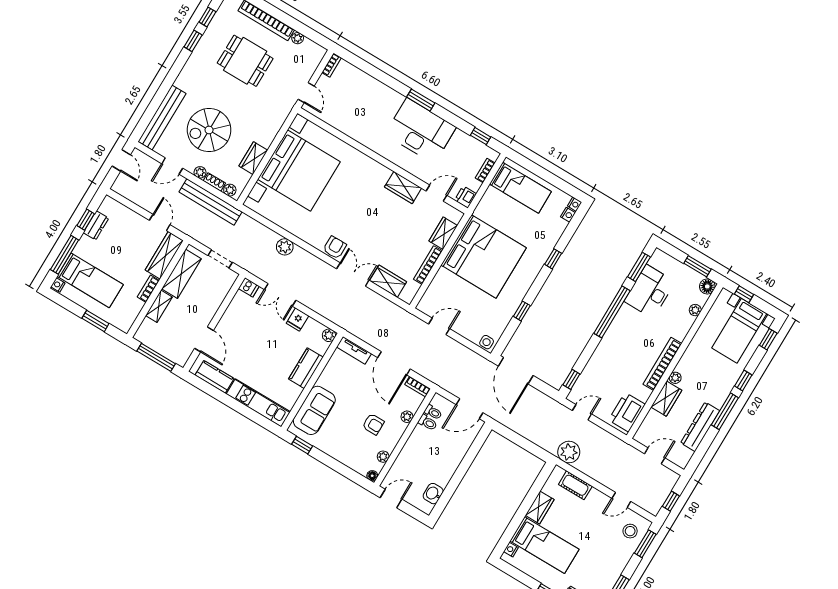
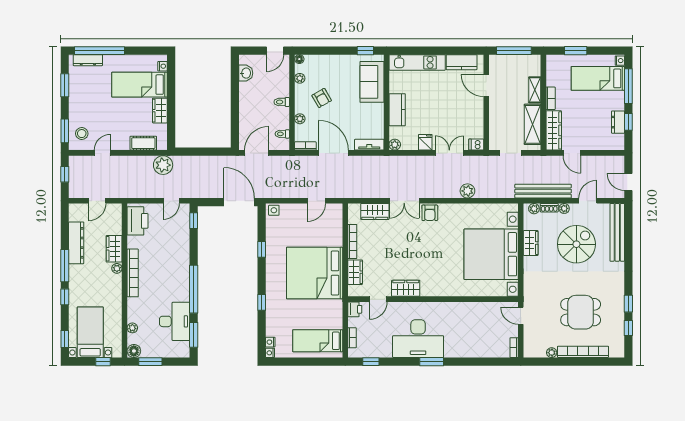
toilet: (428, 423) -> (282, 102), moved
armchair: (373, 424) -> (322, 98), turned -120

